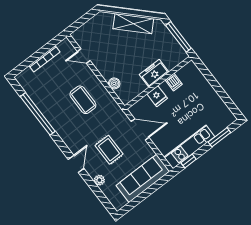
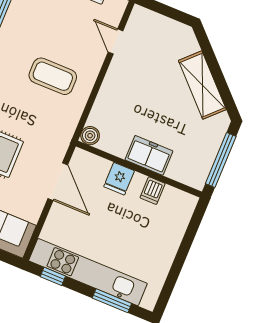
boiler: (114, 83) -> (90, 136), moved
coffee table: (83, 100) -> (53, 76), turned 90
kitchen unit: (189, 147) -> (88, 272), width x1.36

